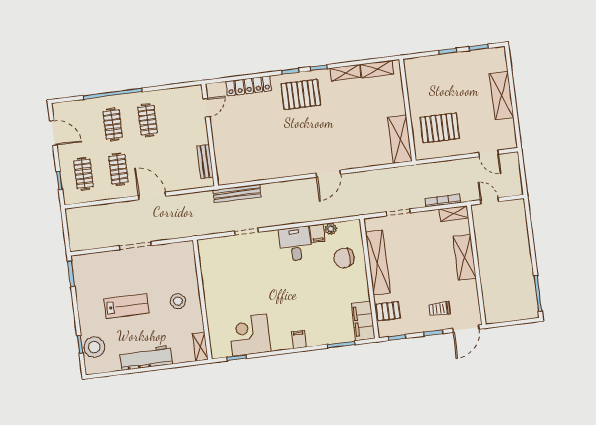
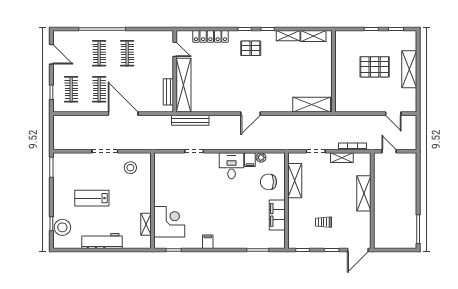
pallet: (301, 94) -> (251, 48), width x0.67, depth x0.71
door: (206, 108) -> (175, 49), hinge flipped
pallet: (440, 128) -> (375, 67), moved
shelving: (400, 139) -> (312, 105), moved, turned 90
shelving: (223, 151) -> (184, 85), added
door: (328, 174) -> (250, 114), moved
door: (152, 196) -> (123, 114), width x1.36
shelving: (454, 214) -> (342, 158), moved
shelving: (378, 262) -> (295, 181), width x0.68
stool: (178, 301) -> (130, 168), moved
lab bench: (127, 306) -> (92, 198), turned 180
trolley: (439, 309) -> (324, 222), moved
pallet: (388, 311) -> (298, 228), removed
filing cabinet: (363, 321) -> (277, 215), moved
corner desk: (250, 335) -> (169, 222), moved, turned 90
filing cabinet: (299, 339) -> (208, 242), moved
shelving: (200, 346) -> (146, 224), moved

